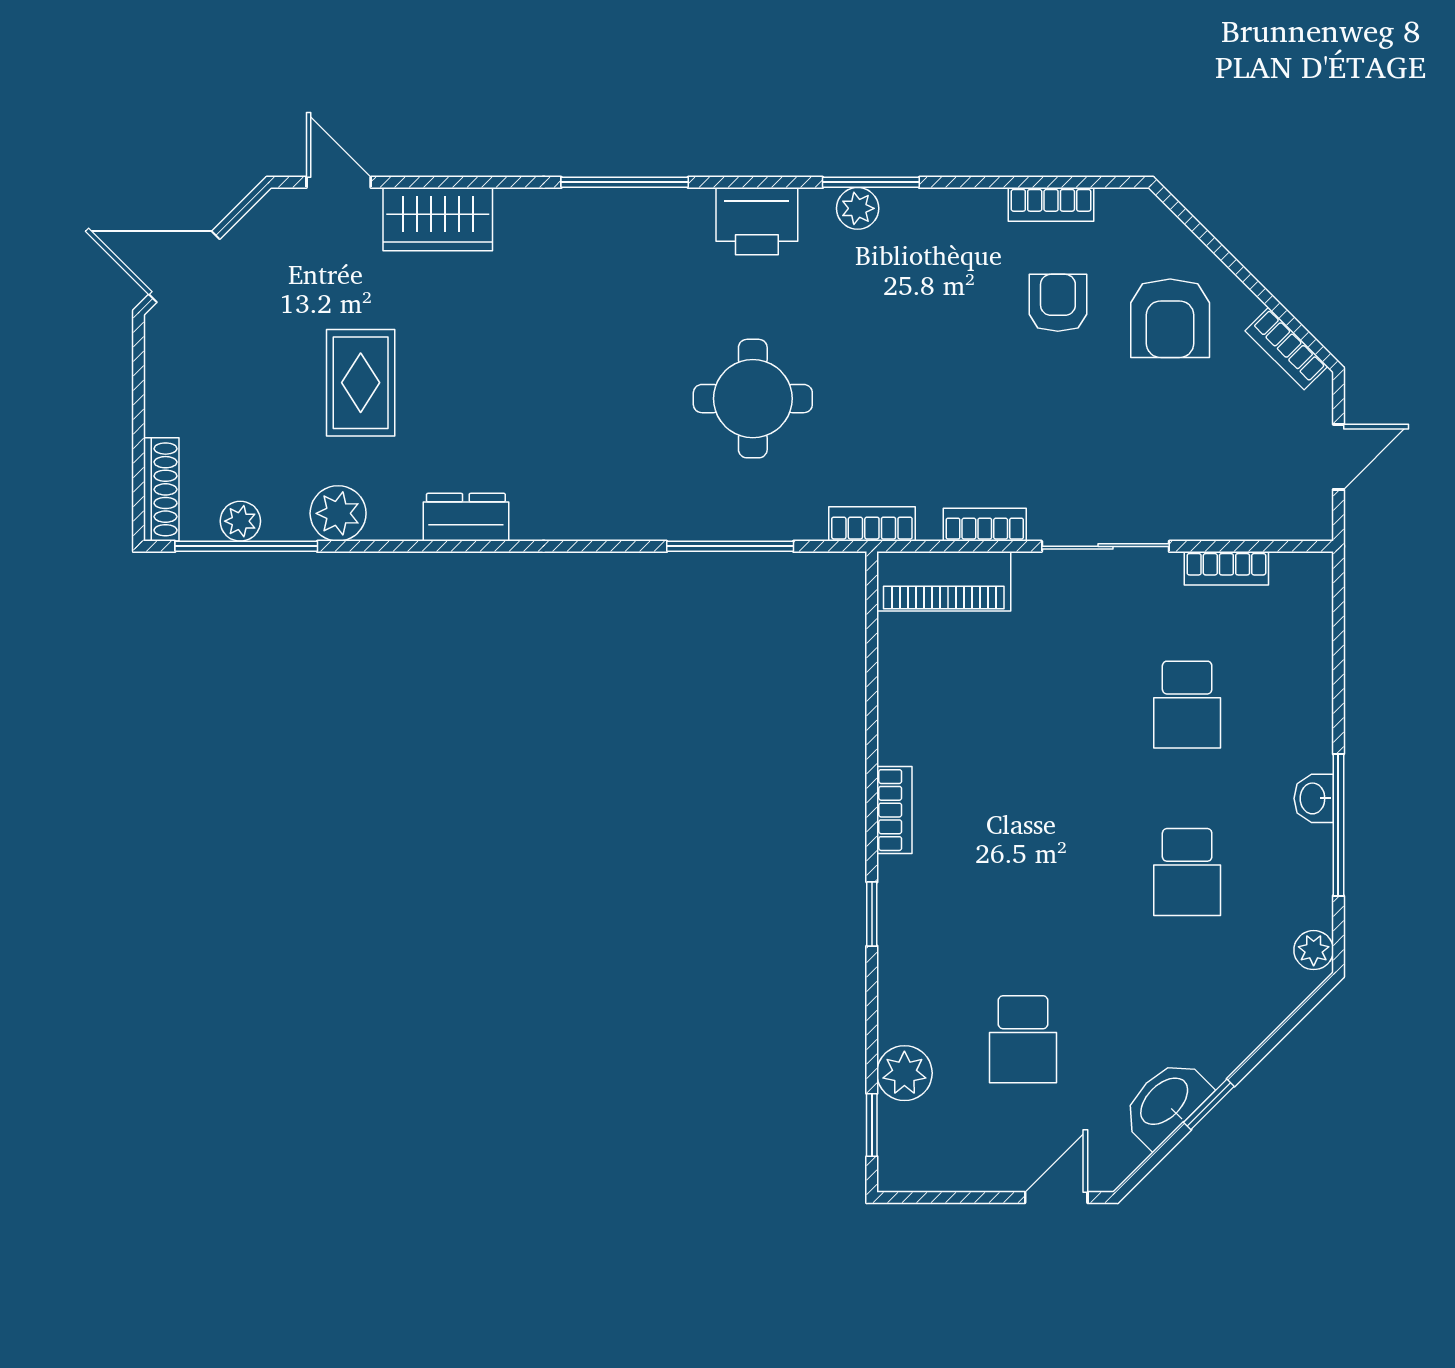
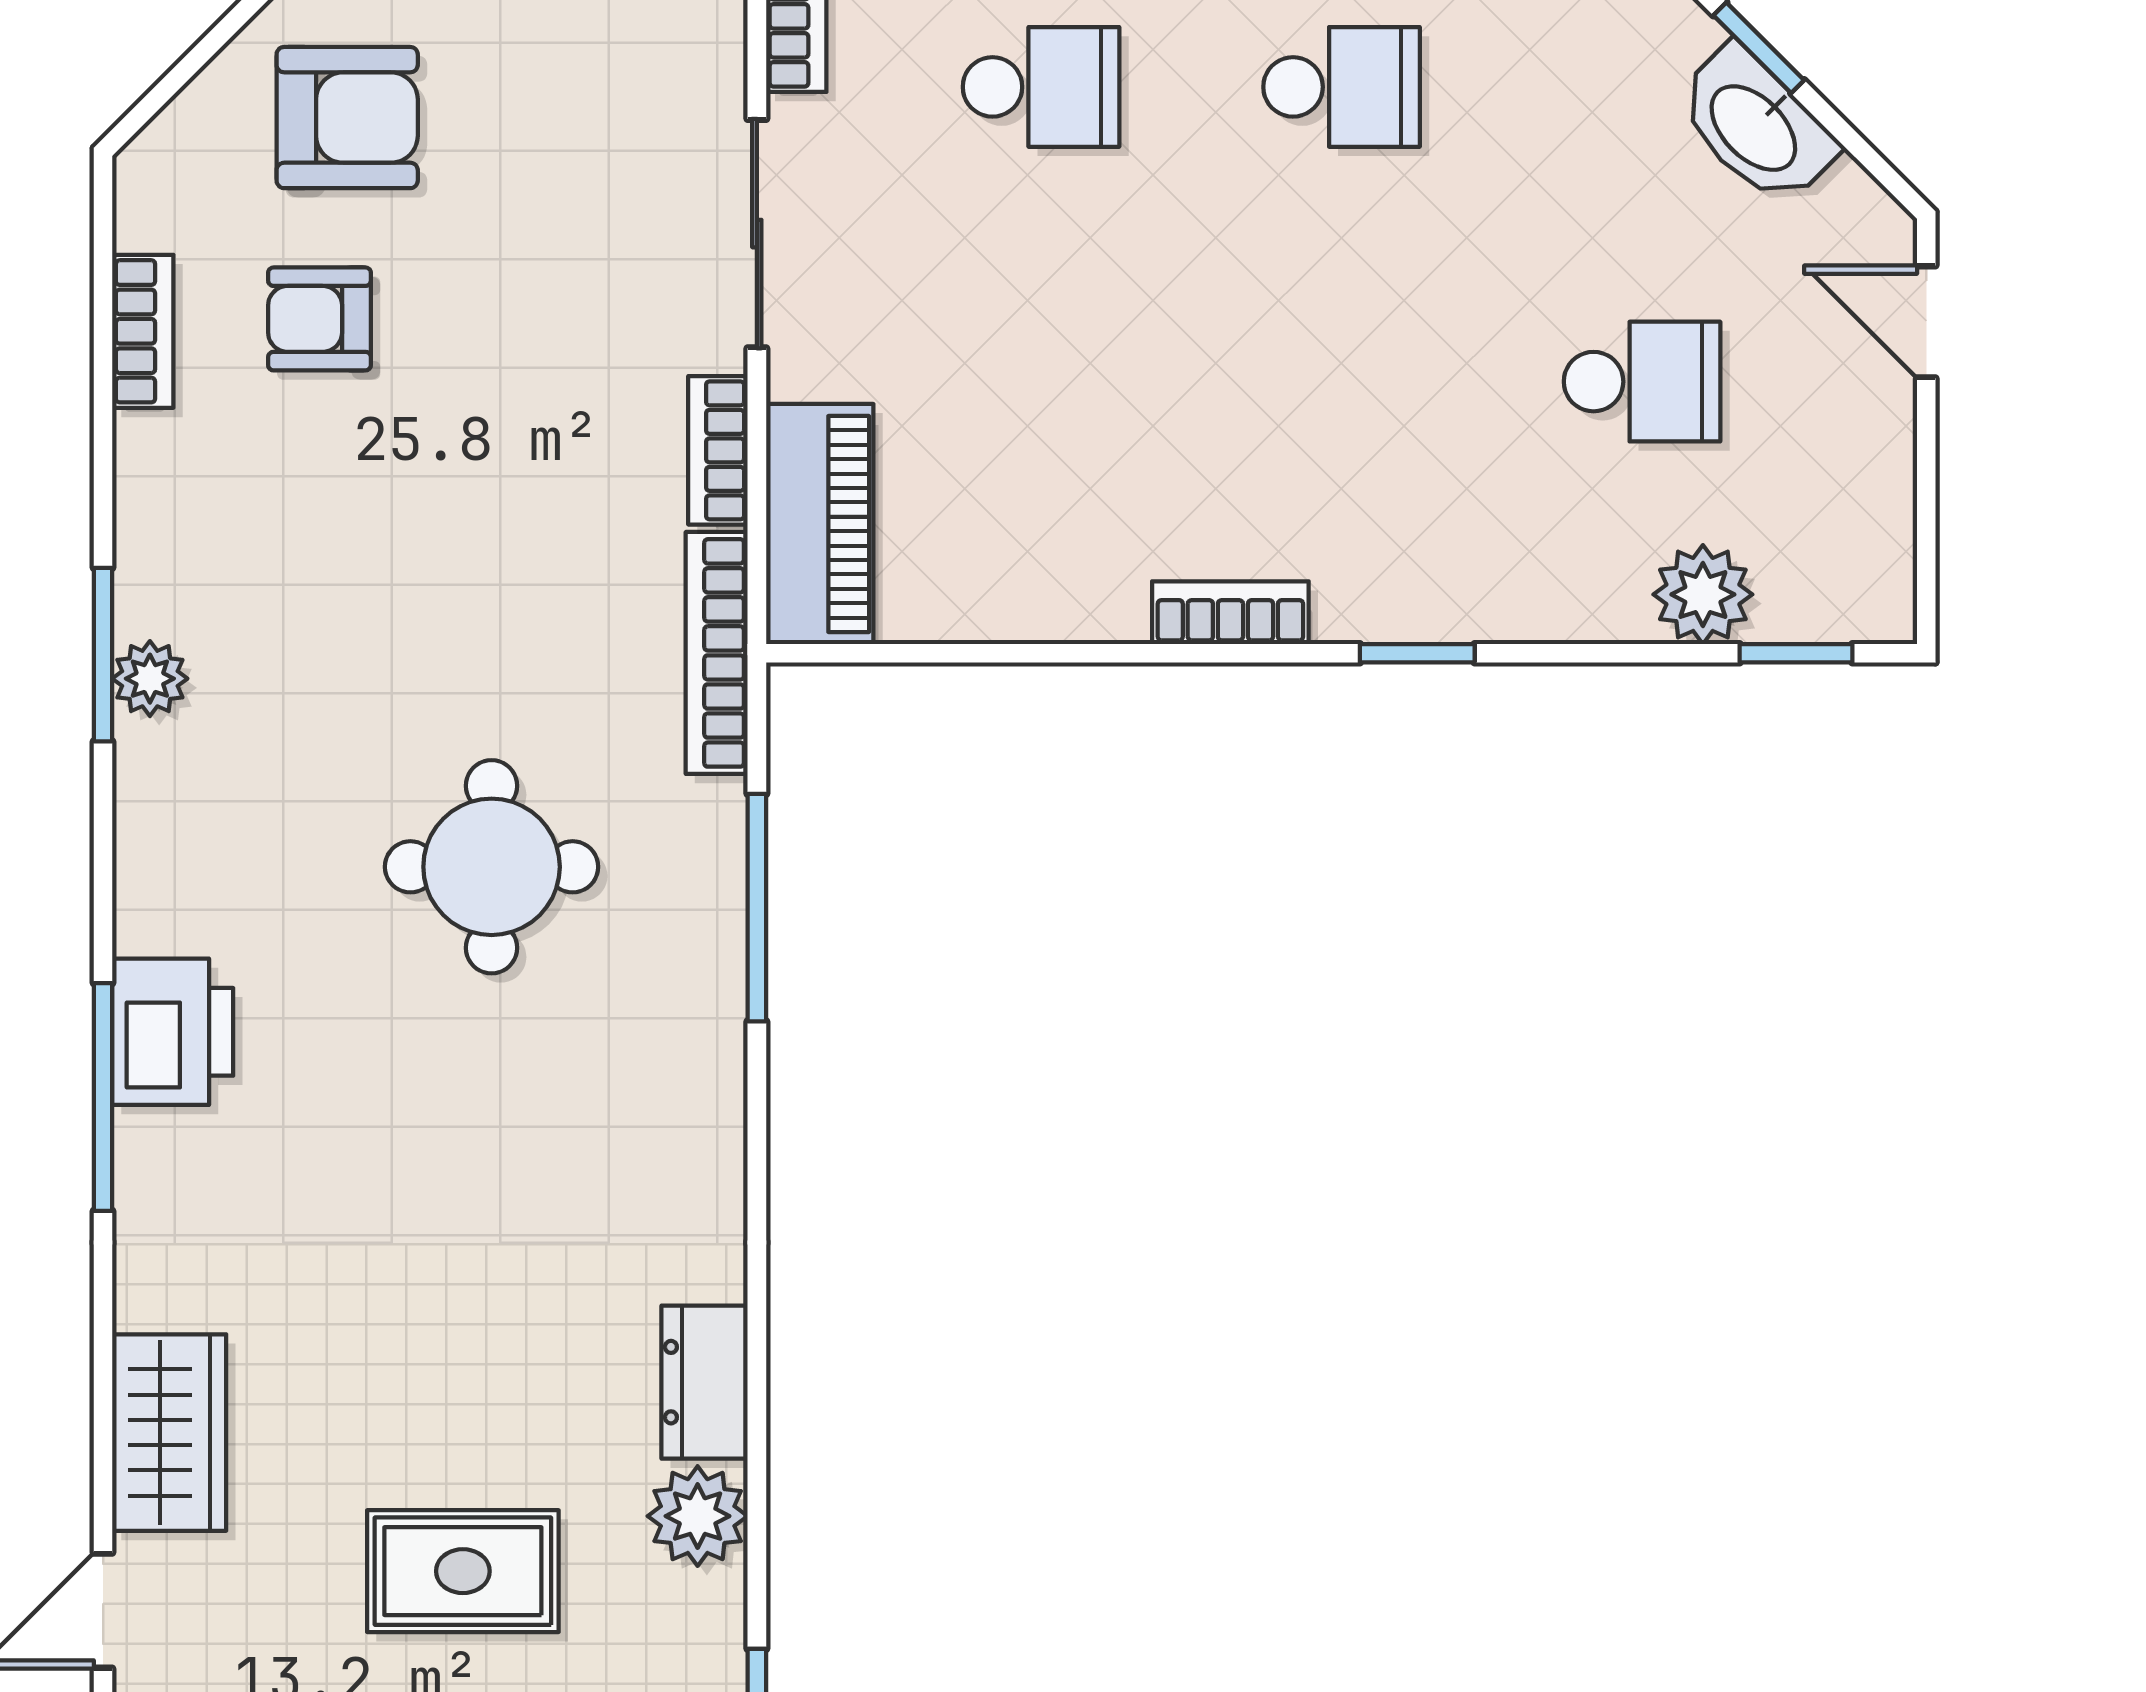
printer: (757, 221) -> (173, 1032), moved
plant: (338, 513) -> (698, 1516), moved
bookcase: (872, 524) -> (717, 653), width x1.56

